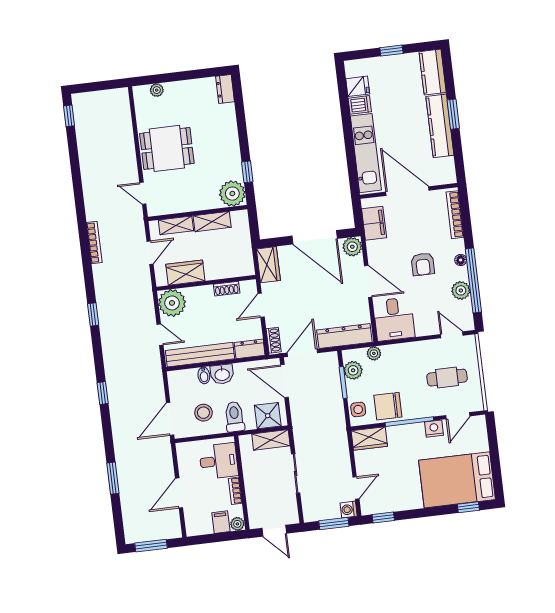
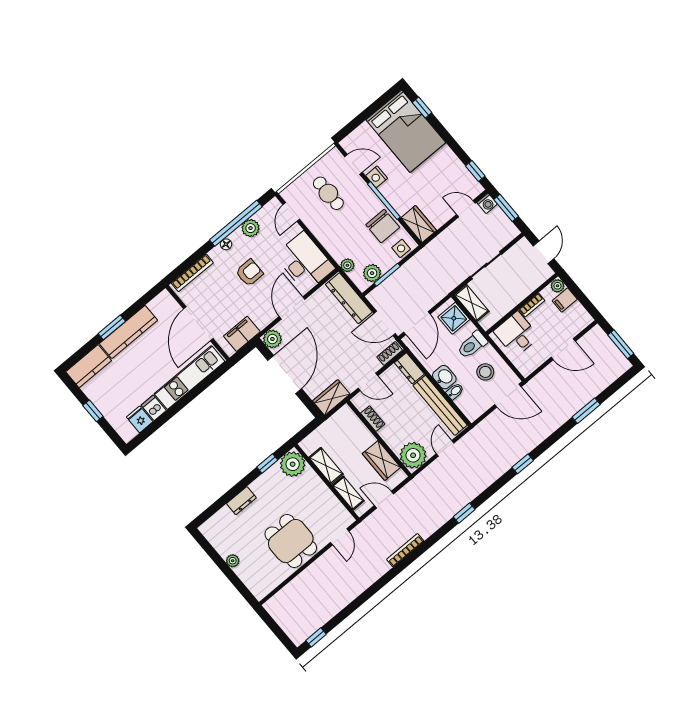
dresser: (225, 89) -> (241, 501), moved
plant: (157, 90) -> (233, 561), moved
desk: (394, 319) -> (305, 262), width x1.37

